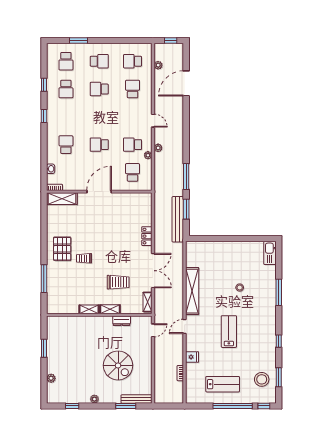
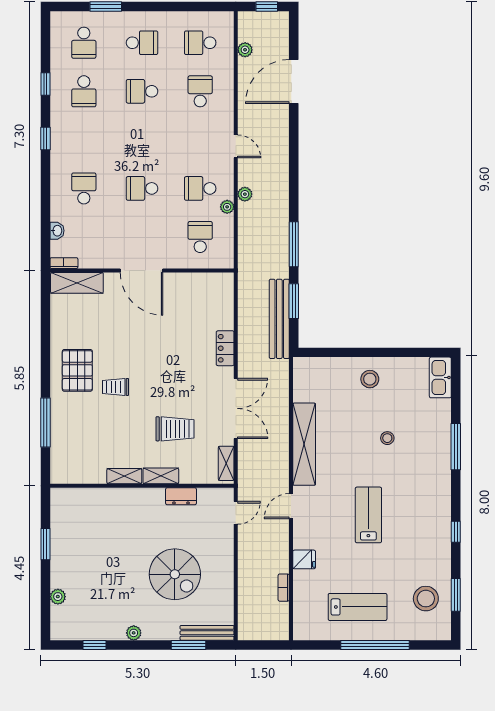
door: (99, 192) -> (142, 271), swing flipped
stool: (230, 254) -> (370, 379), added
window: (264, 406) -> (430, 645), removed

